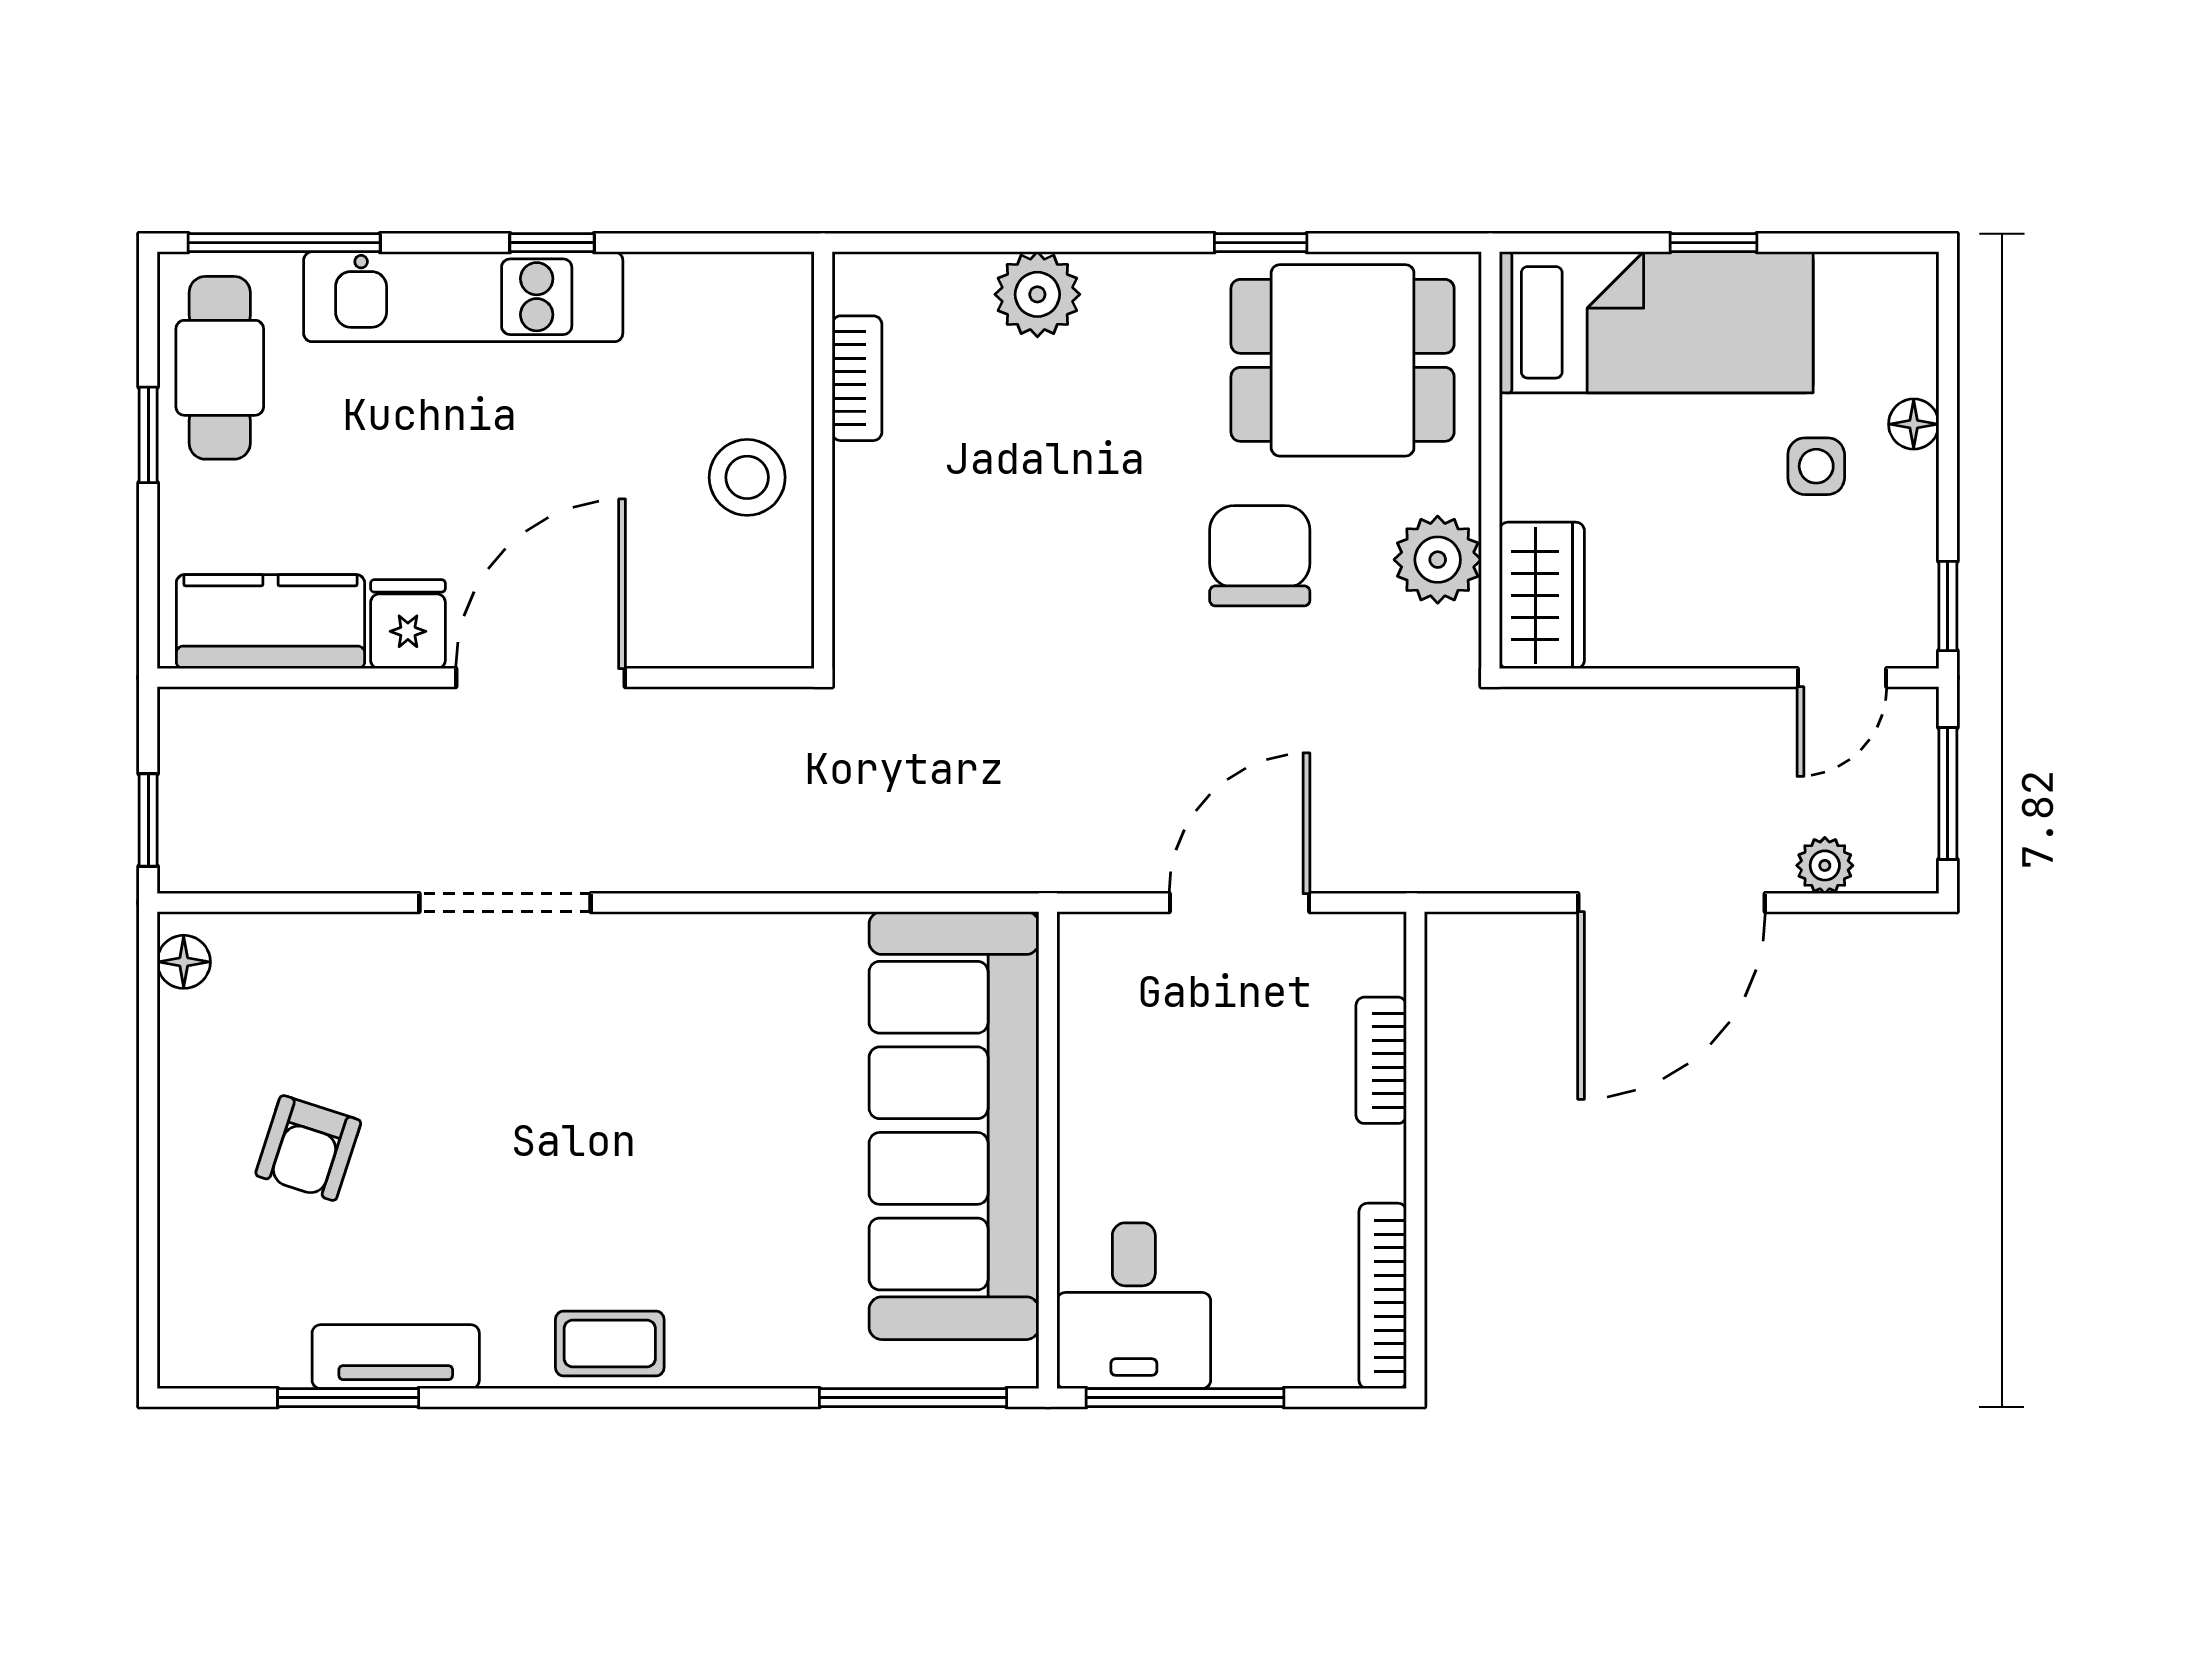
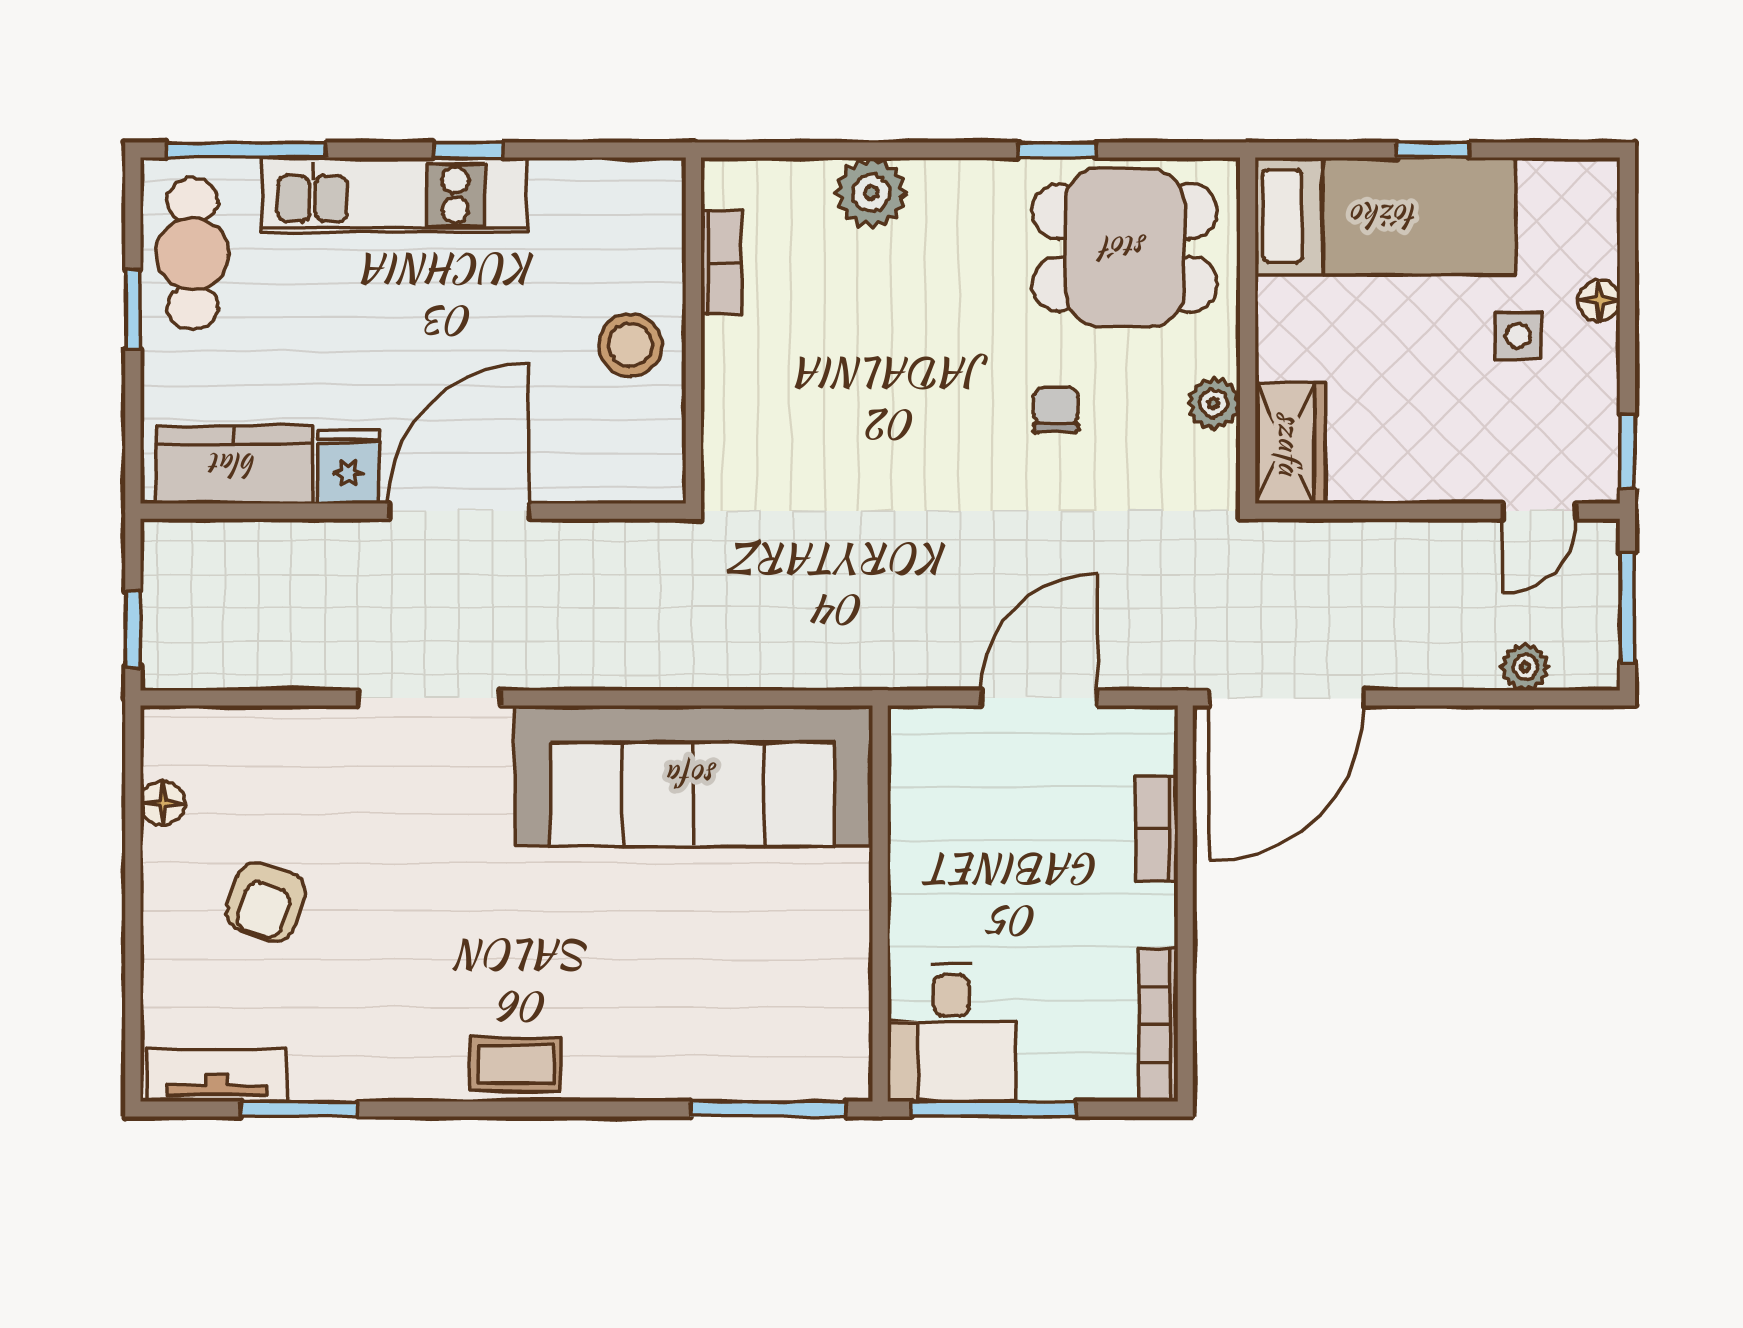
chair: (1260, 556) -> (1056, 410), width x0.54, depth x0.54
plant: (1438, 560) -> (1214, 403), width x0.73, depth x0.73
door: (1672, 903) -> (1287, 698), moved
floor lamp: (184, 962) -> (162, 803), moved
sofa: (954, 1126) -> (693, 776), moved, turned -90
tv unit: (396, 1357) -> (217, 1075), moved

